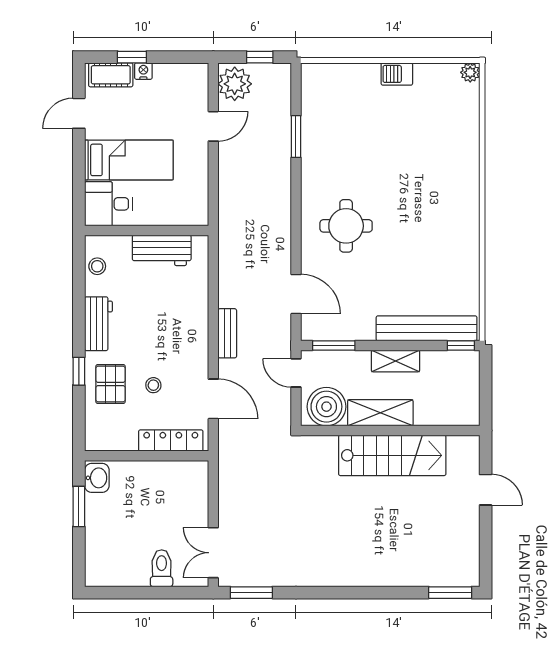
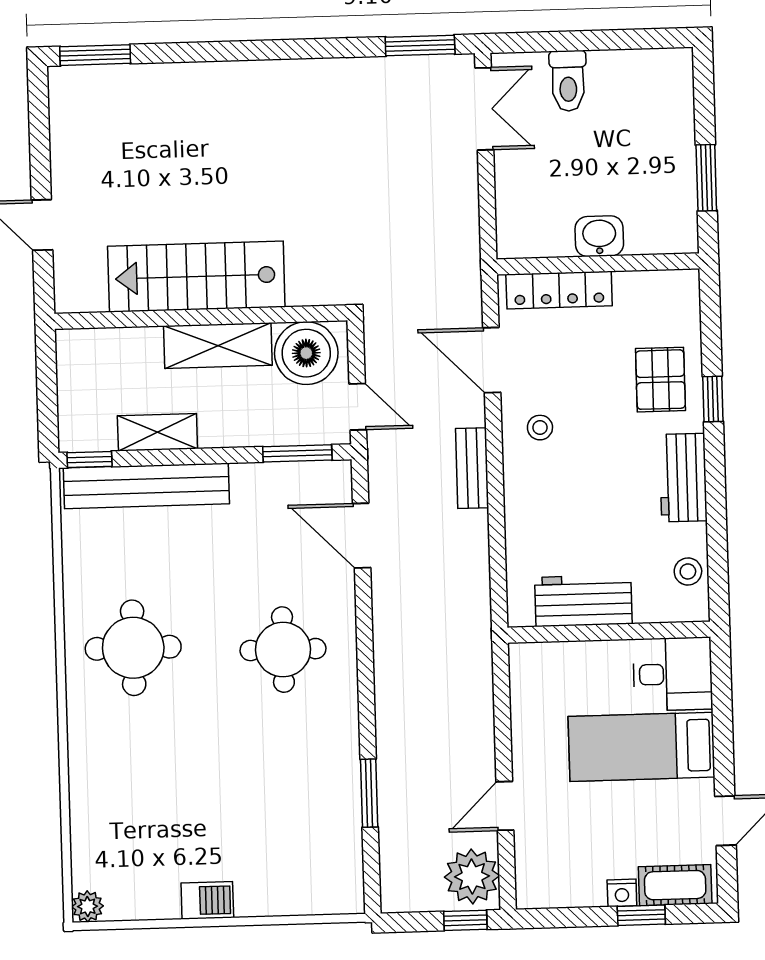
window: (260, 57) -> (465, 920), moved
round table: (438, 230) -> (133, 648), added
shelving: (396, 361) -> (157, 432), moved
stool: (153, 385) -> (540, 428), moved
washbasin: (97, 478) -> (599, 236), moved, turned 90

